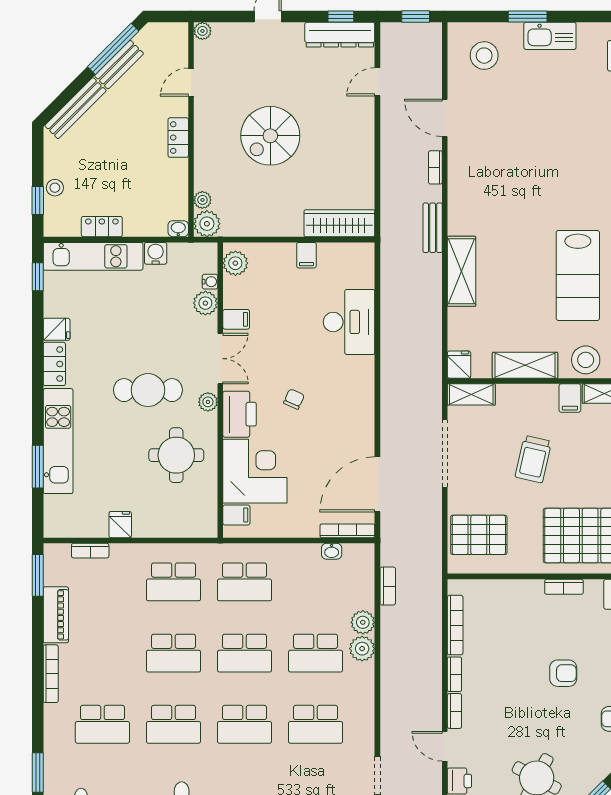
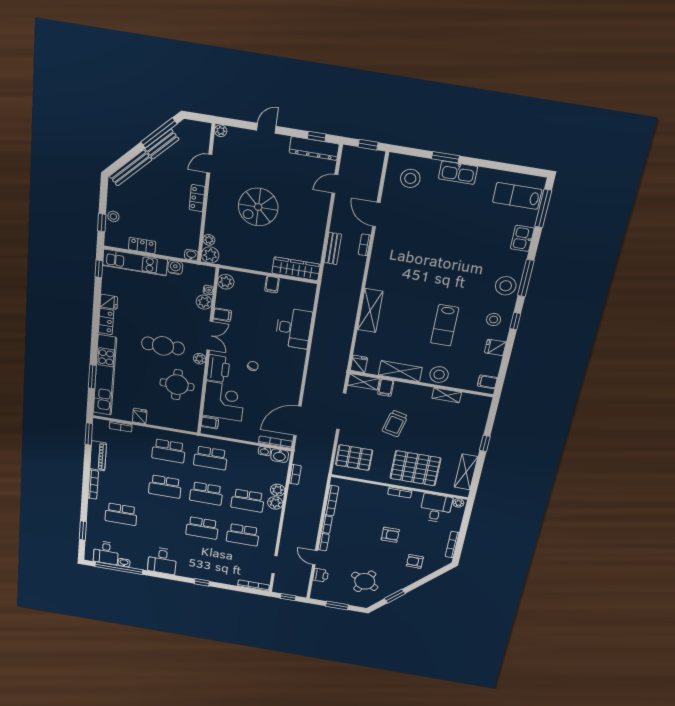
bench: (433, 228) -> (333, 248), moved
lab bench: (578, 275) -> (445, 325), width x0.73, depth x0.72
filing cabinet: (570, 398) -> (386, 388), moved
kitchen unit: (58, 441) -> (105, 375), width x1.36
washbasin: (357, 555) -> (280, 456), added
school desk: (173, 724) -> (162, 521), removed

